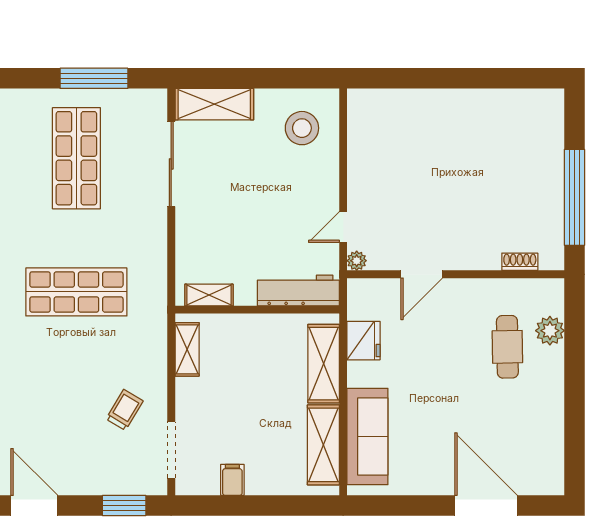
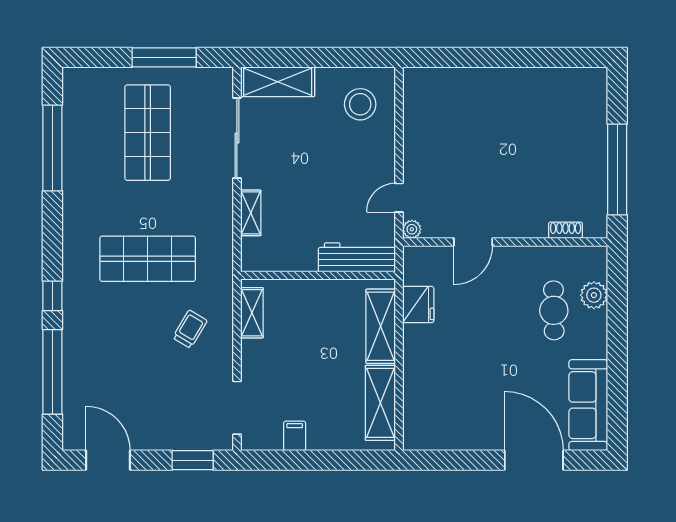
shelving: (209, 295) -> (251, 213), moved, turned 90
trolley: (125, 410) -> (190, 329), moved
sofa: (367, 436) -> (588, 405), moved, turned 180

